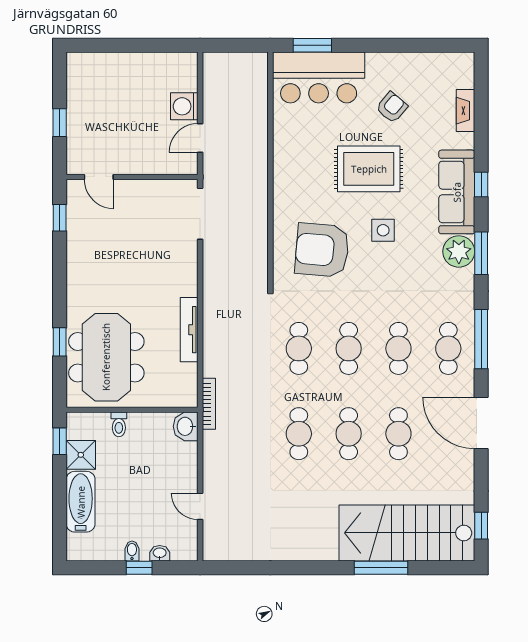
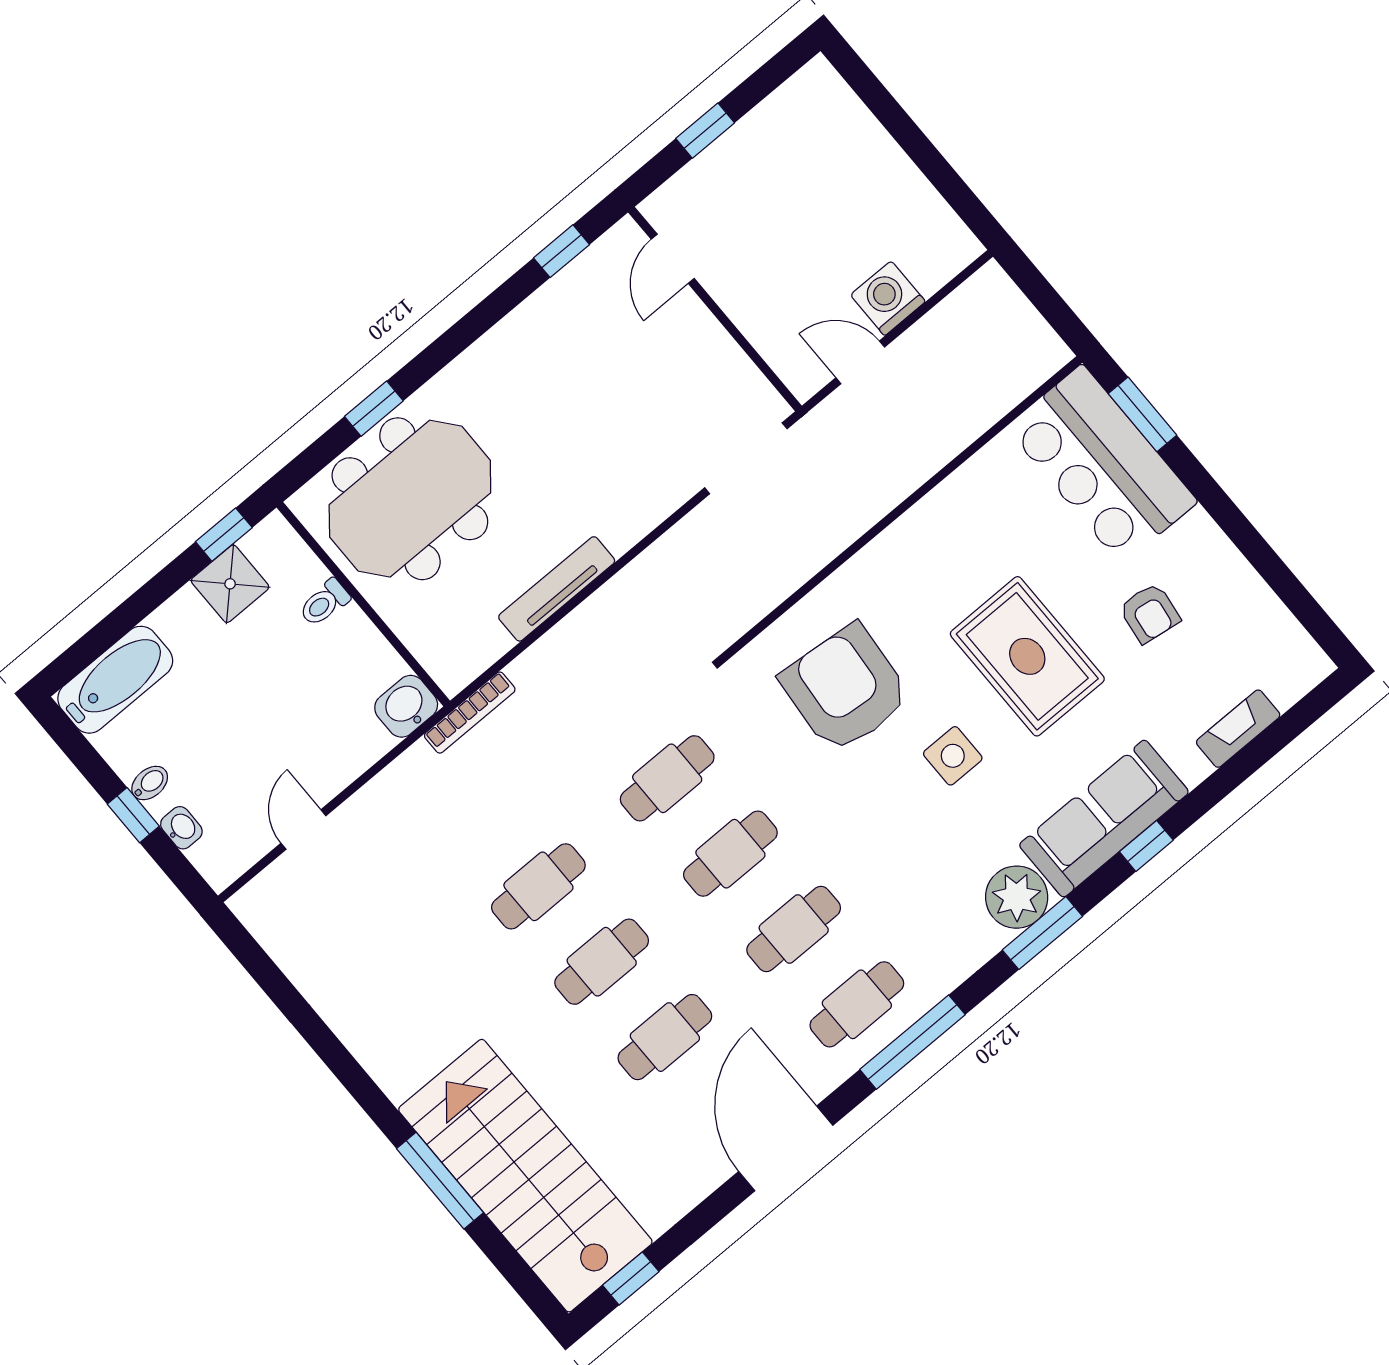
armchair: (392, 107) -> (1150, 613), turned 58
bathtub: (81, 502) -> (115, 680), moved

